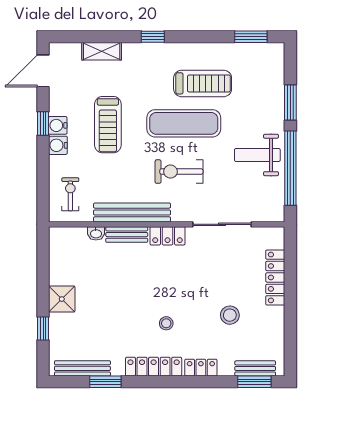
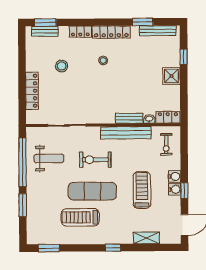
weight bench: (257, 155) -> (49, 158), moved
exercise bike: (179, 172) -> (95, 160), turned 180
locker: (168, 236) -> (168, 117), moved

